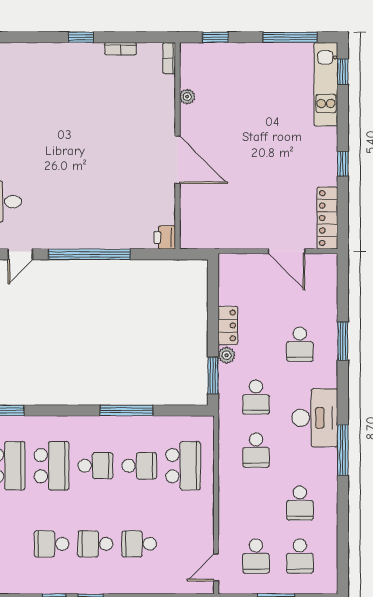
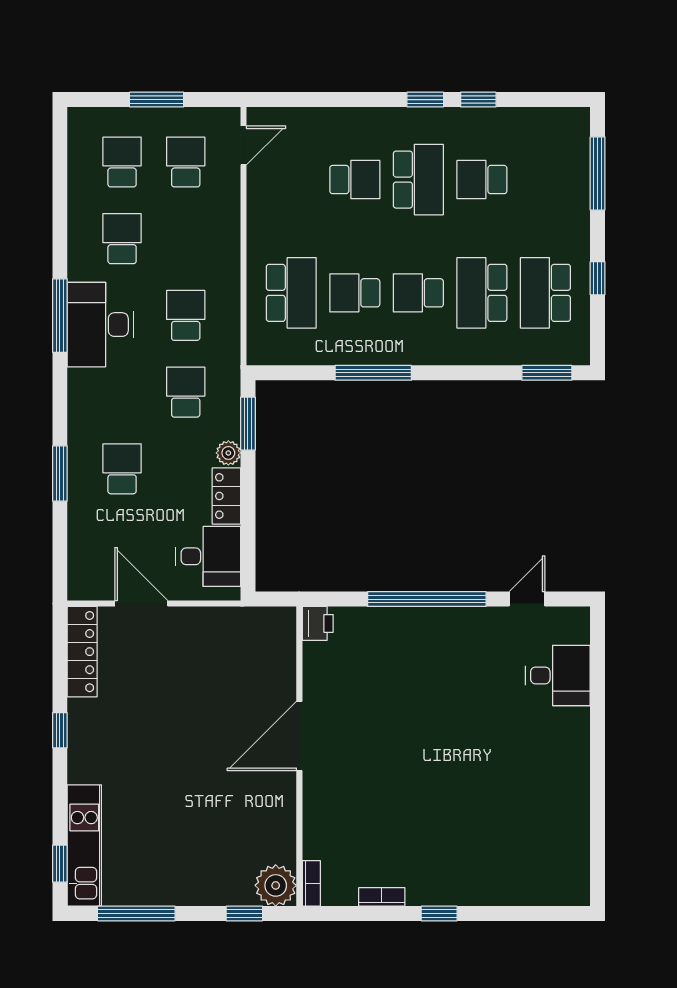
plant: (187, 97) -> (276, 885), moved, width x1.88, depth x1.88
door: (178, 160) -> (299, 736), hinge flipped
desk: (240, 284) -> (208, 556), added
desk: (315, 418) -> (100, 325), moved
school desk: (183, 466) -> (291, 293), turned 180
school desk: (52, 544) -> (482, 180), turned 180
school desk: (95, 544) -> (418, 180), width x1.85

